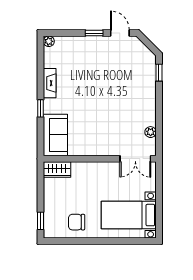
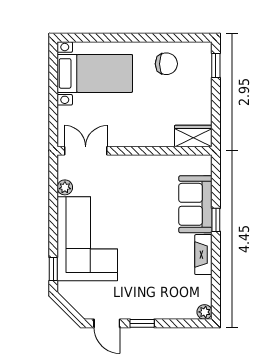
corner sofa: (134, 95) -> (87, 239), added
sofa: (55, 135) -> (195, 204), moved

